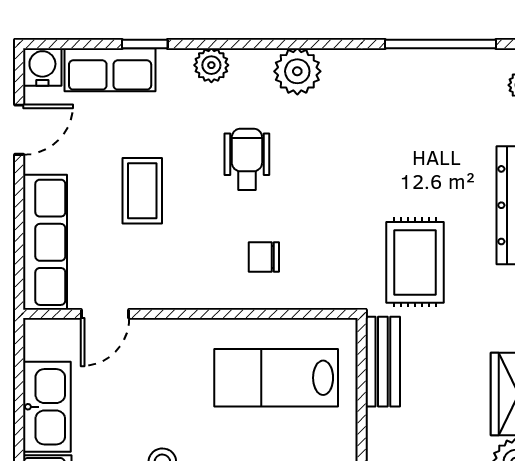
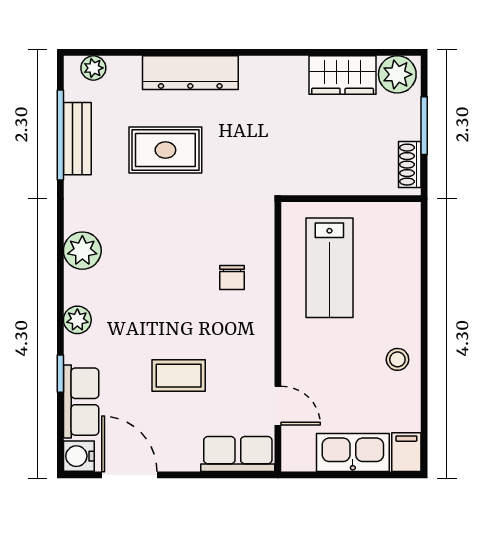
door: (19, 130) -> (129, 475), width x1.38
wheelchair: (247, 159) -> (153, 291), removed
row of seats: (45, 242) -> (238, 454), width x0.68
rug: (415, 262) -> (165, 150), moved
bench: (383, 362) -> (77, 139), moved, turned 90

